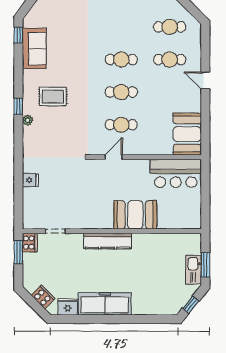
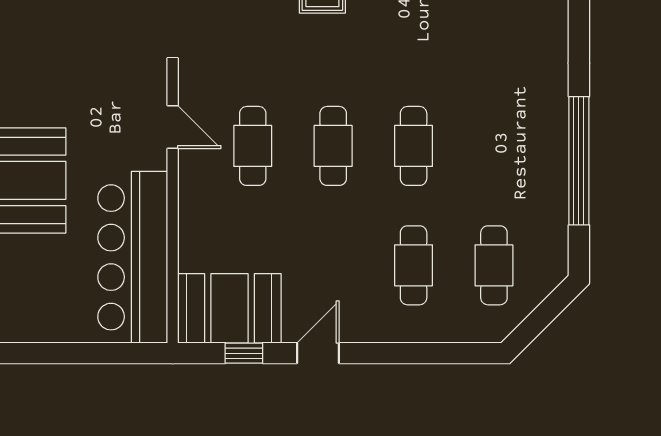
door: (205, 81) -> (318, 353), moved
window: (205, 128) -> (244, 353), added
bar counter: (176, 173) -> (133, 257), width x1.36

